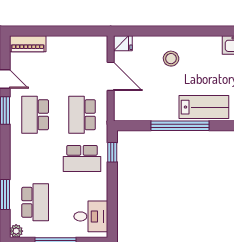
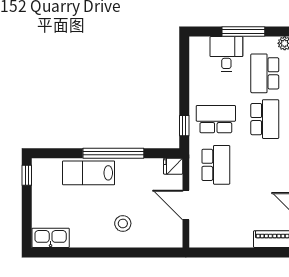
fridge: (123, 43) -> (173, 166), moved
school desk: (35, 115) -> (265, 119), moved
desk: (91, 216) -> (226, 54), moved, turned 90

